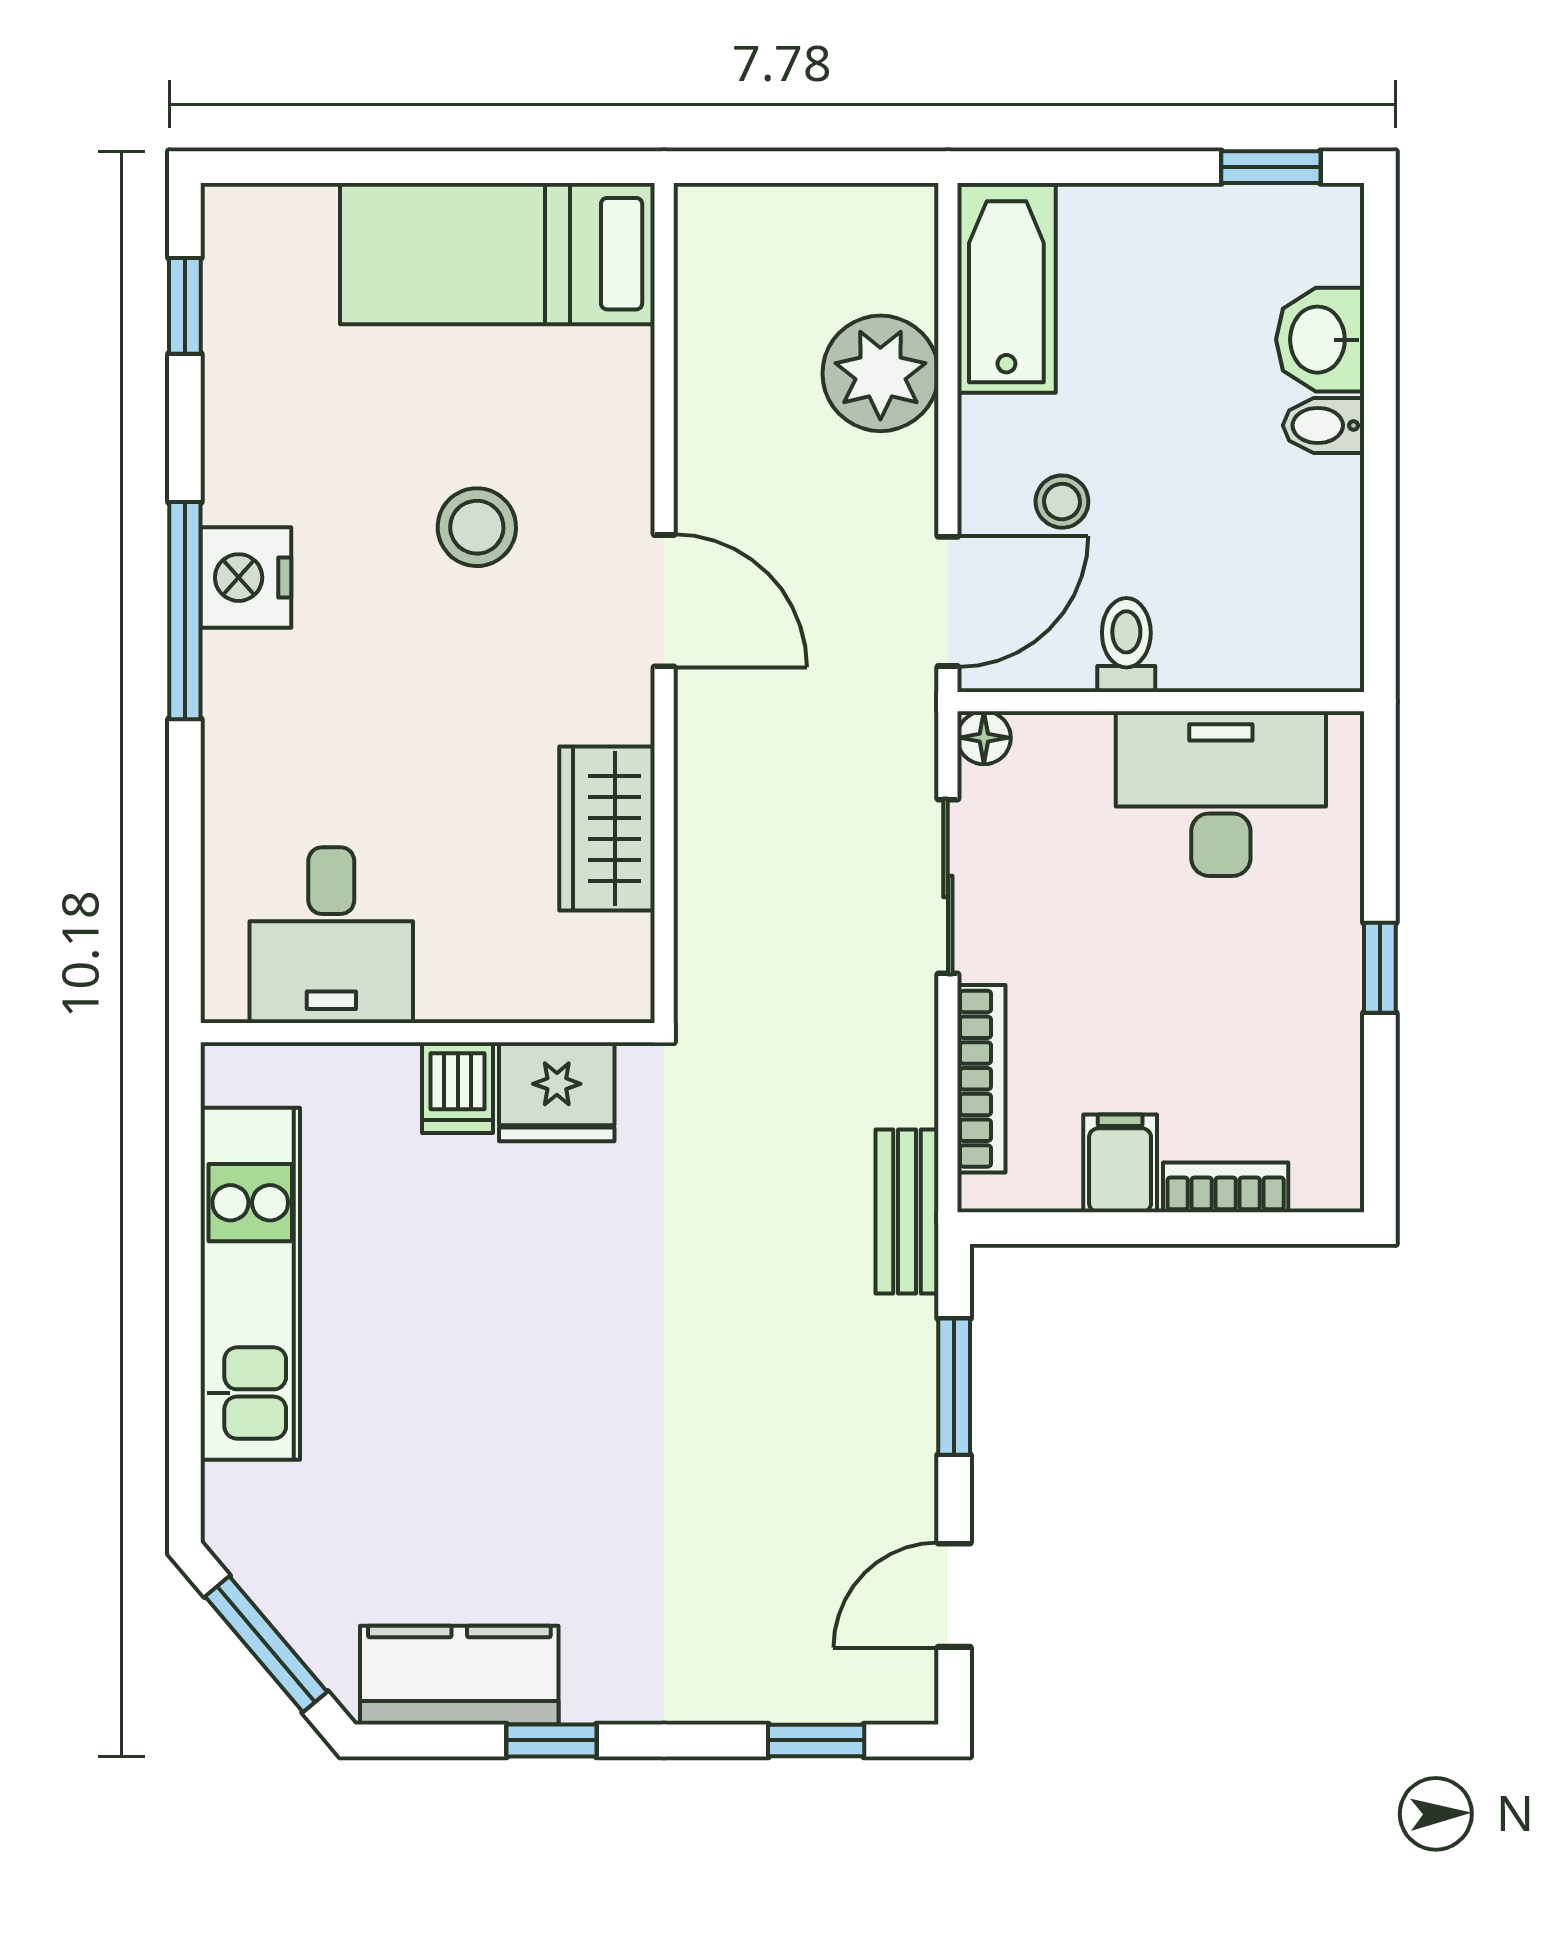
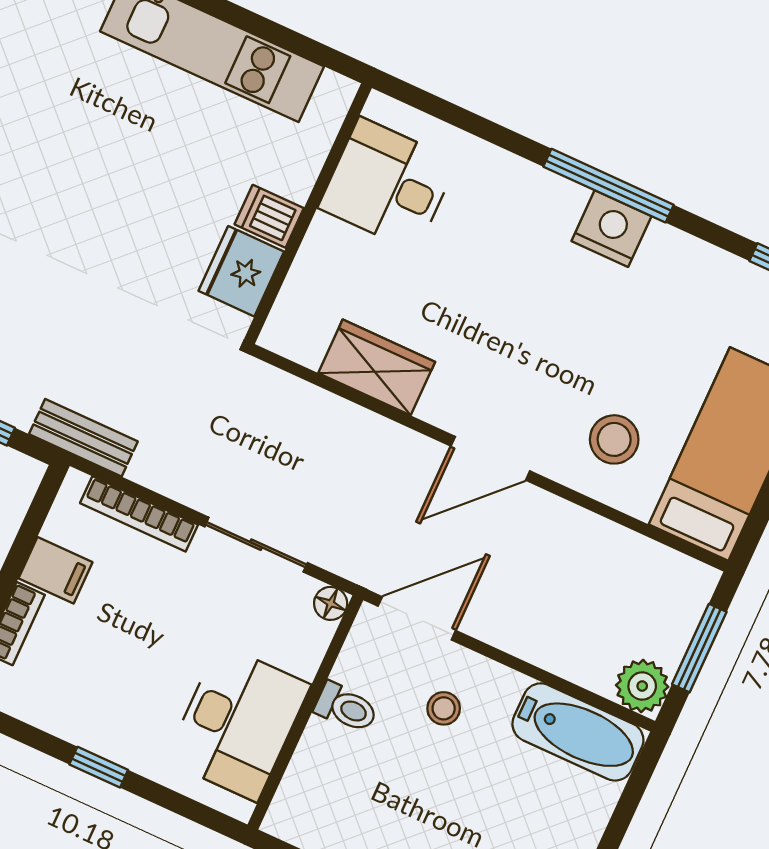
window: (802, 167) -> (699, 648), added
plant: (880, 373) -> (642, 686), moved, width x0.73, depth x0.73
stool: (477, 527) -> (614, 439), moved
door: (948, 601) -> (417, 618), swing flipped

